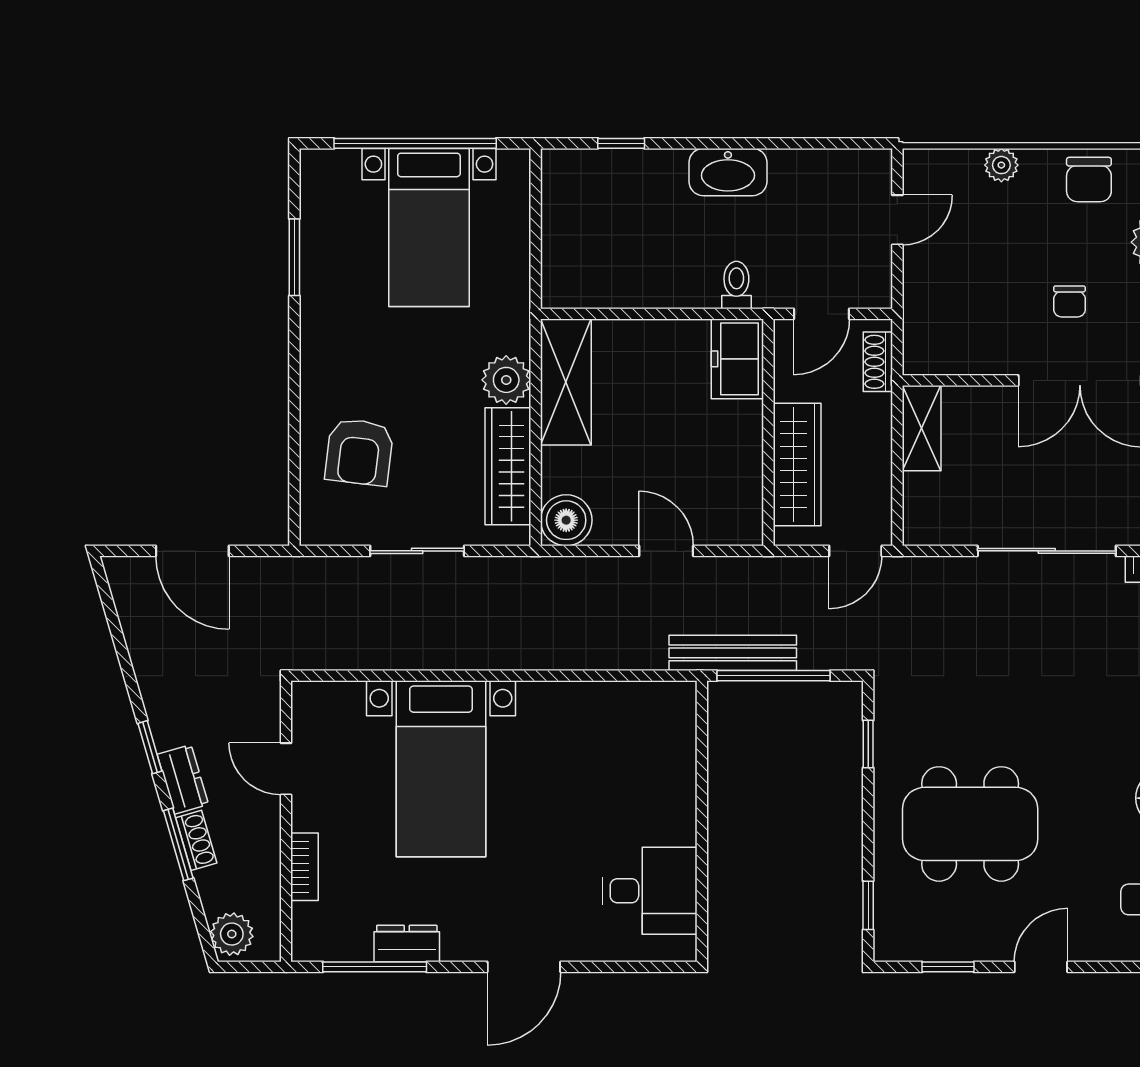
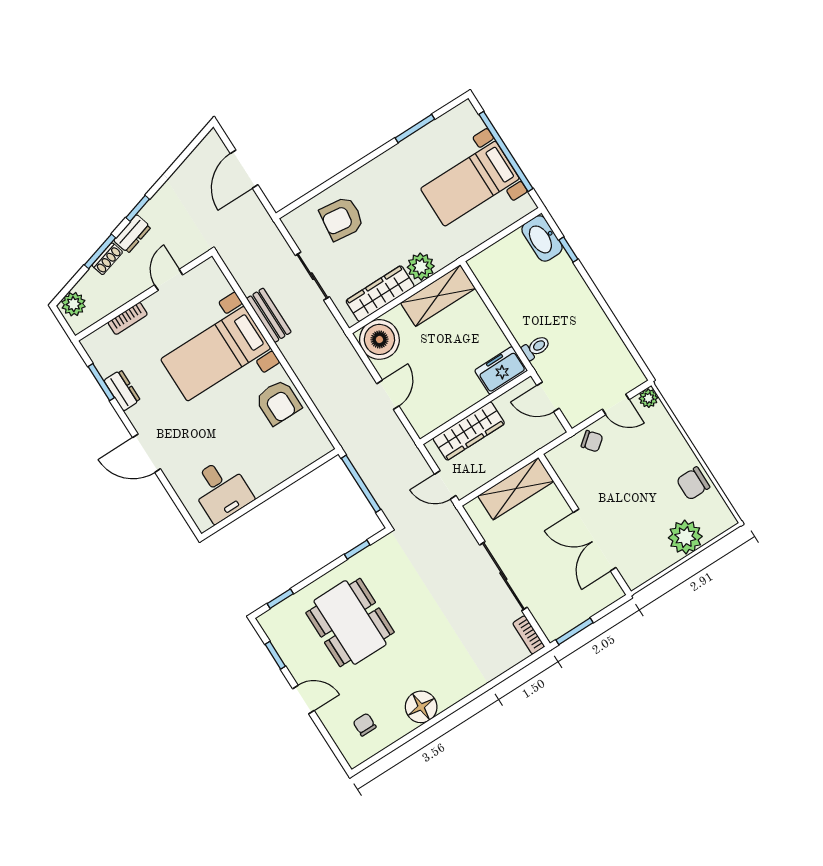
plant: (1001, 165) -> (648, 398), moved
washbasin: (728, 172) -> (542, 238), moved
chair: (1070, 301) -> (592, 441), moved, turned -129
shoe rack: (878, 362) -> (542, 438), removed
shelving: (922, 428) -> (516, 489), width x1.50, depth x1.33
boiler: (566, 520) -> (379, 339), width x1.37, depth x1.37
bench: (733, 653) -> (269, 315), moved, width x0.73
armchair: (573, 722) -> (278, 402), added
window: (375, 967) -> (101, 382), width x0.69

